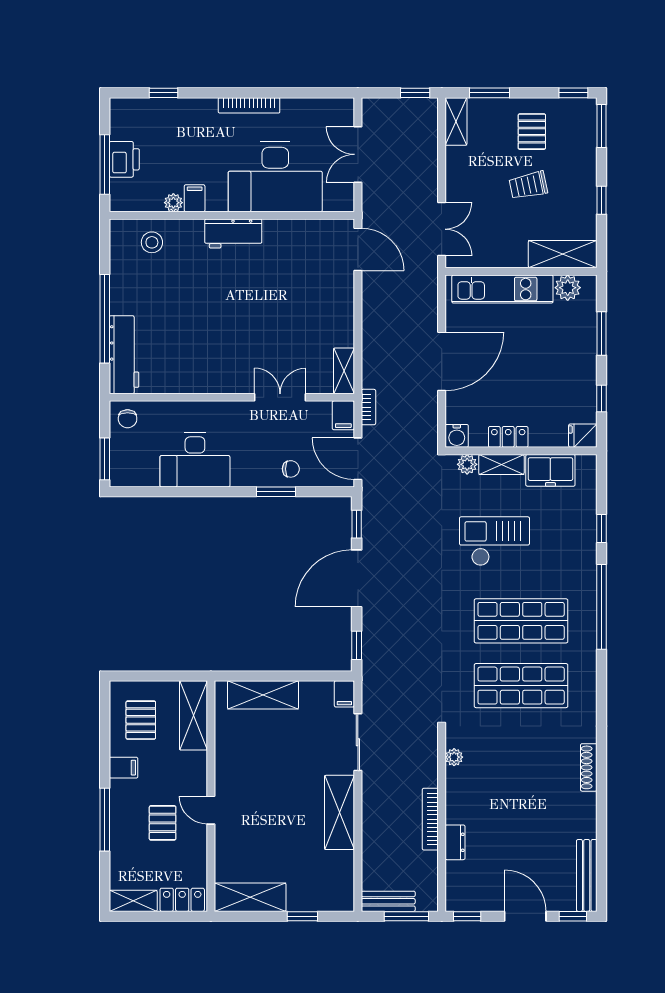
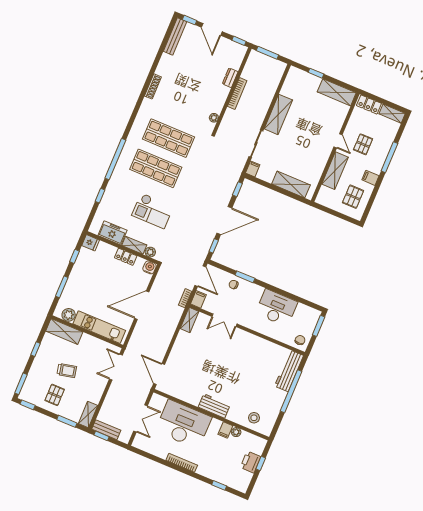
window: (105, 164) -> (261, 463), width x0.46
shelving: (193, 715) -> (335, 171), moved
bench: (388, 901) -> (106, 430), moved

